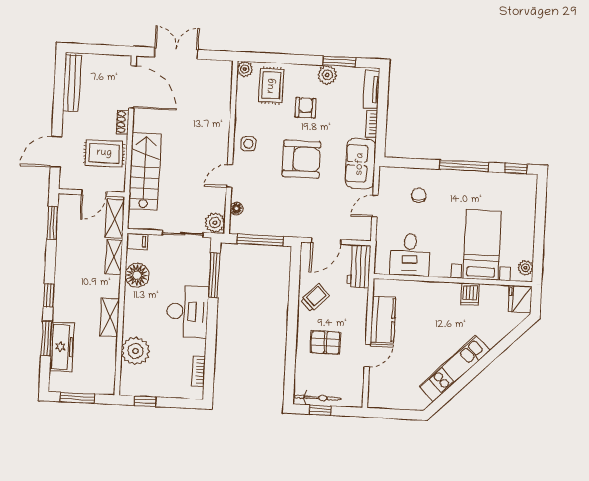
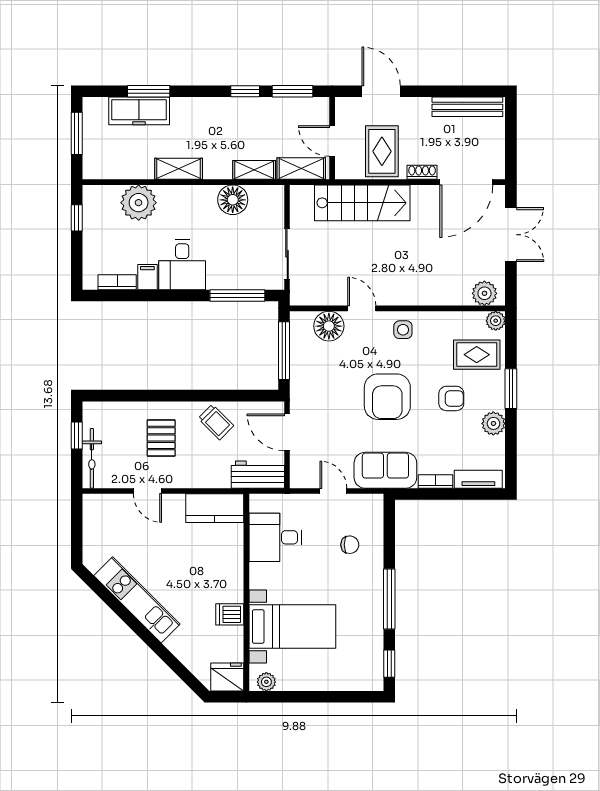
window: (339, 62) -> (511, 389), moved
floor lamp: (236, 209) -> (329, 326), width x1.89, depth x1.89
plant: (215, 223) -> (484, 293), moved
filing cabinet: (137, 241) -> (147, 277), moved, turned 180
window: (49, 295) -> (245, 91), moved
desk: (187, 311) -> (182, 265), width x0.73
kitchen counter: (383, 320) -> (215, 508), moved
bicycle: (317, 398) -> (92, 458), moved

